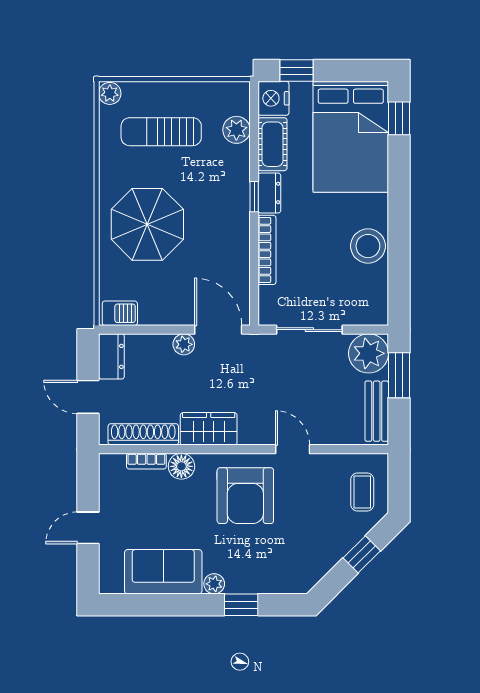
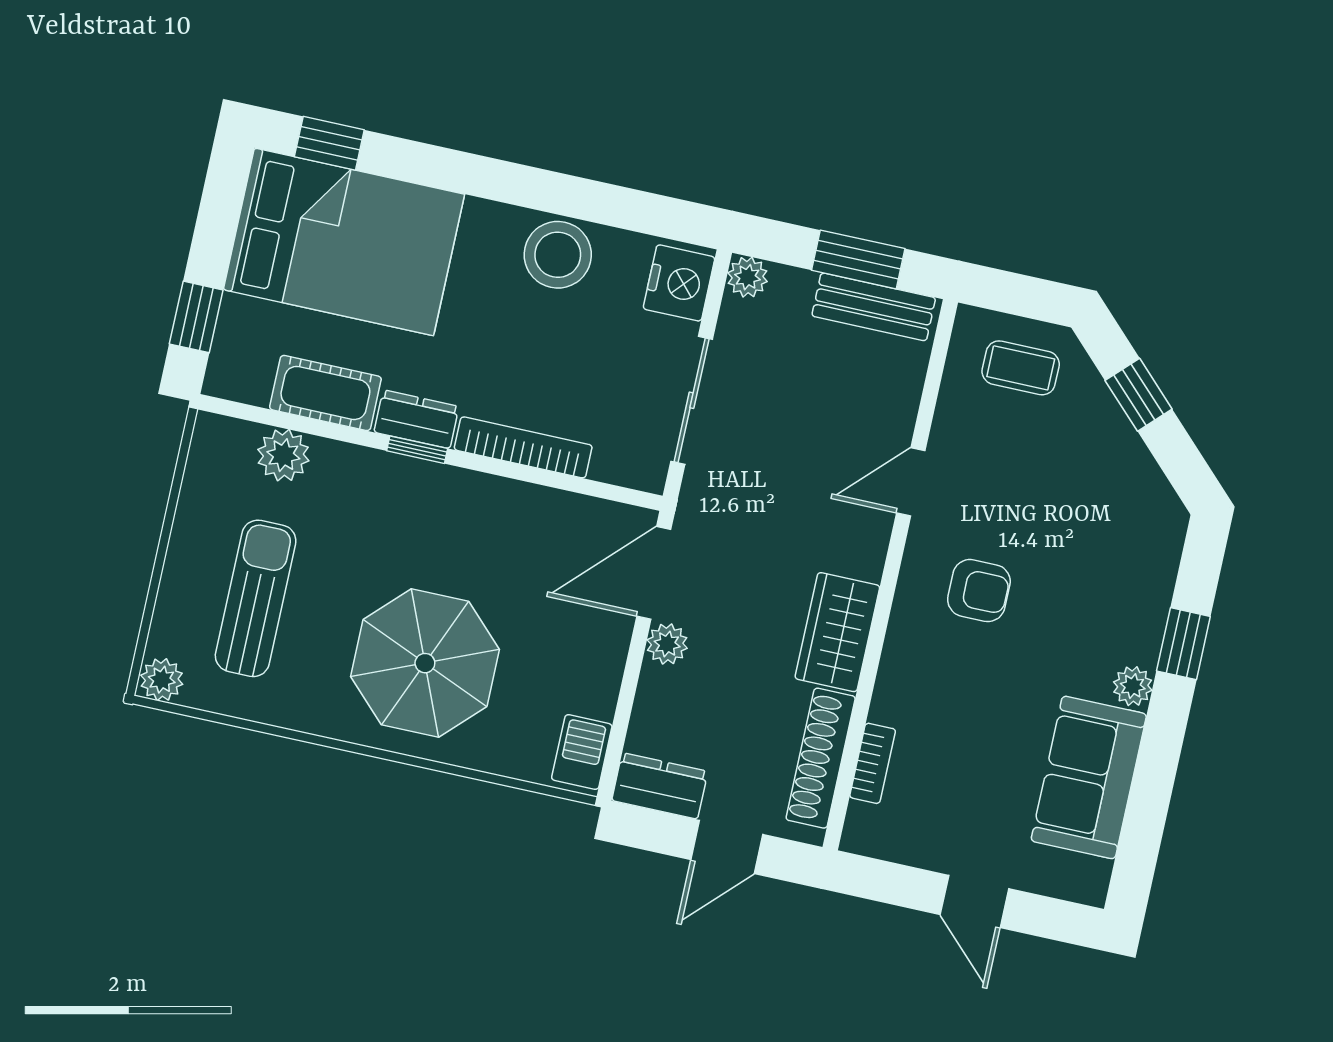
nightstand: (273, 98) -> (679, 283), moved, turned -90
sun lounger: (161, 132) -> (256, 598), turned 180
plant: (369, 353) -> (747, 277), width x0.53, depth x0.53
window: (399, 375) -> (858, 259), moved
floor lamp: (181, 466) -> (897, 699), removed
armchair: (245, 496) -> (979, 591), width x0.53, depth x0.53

